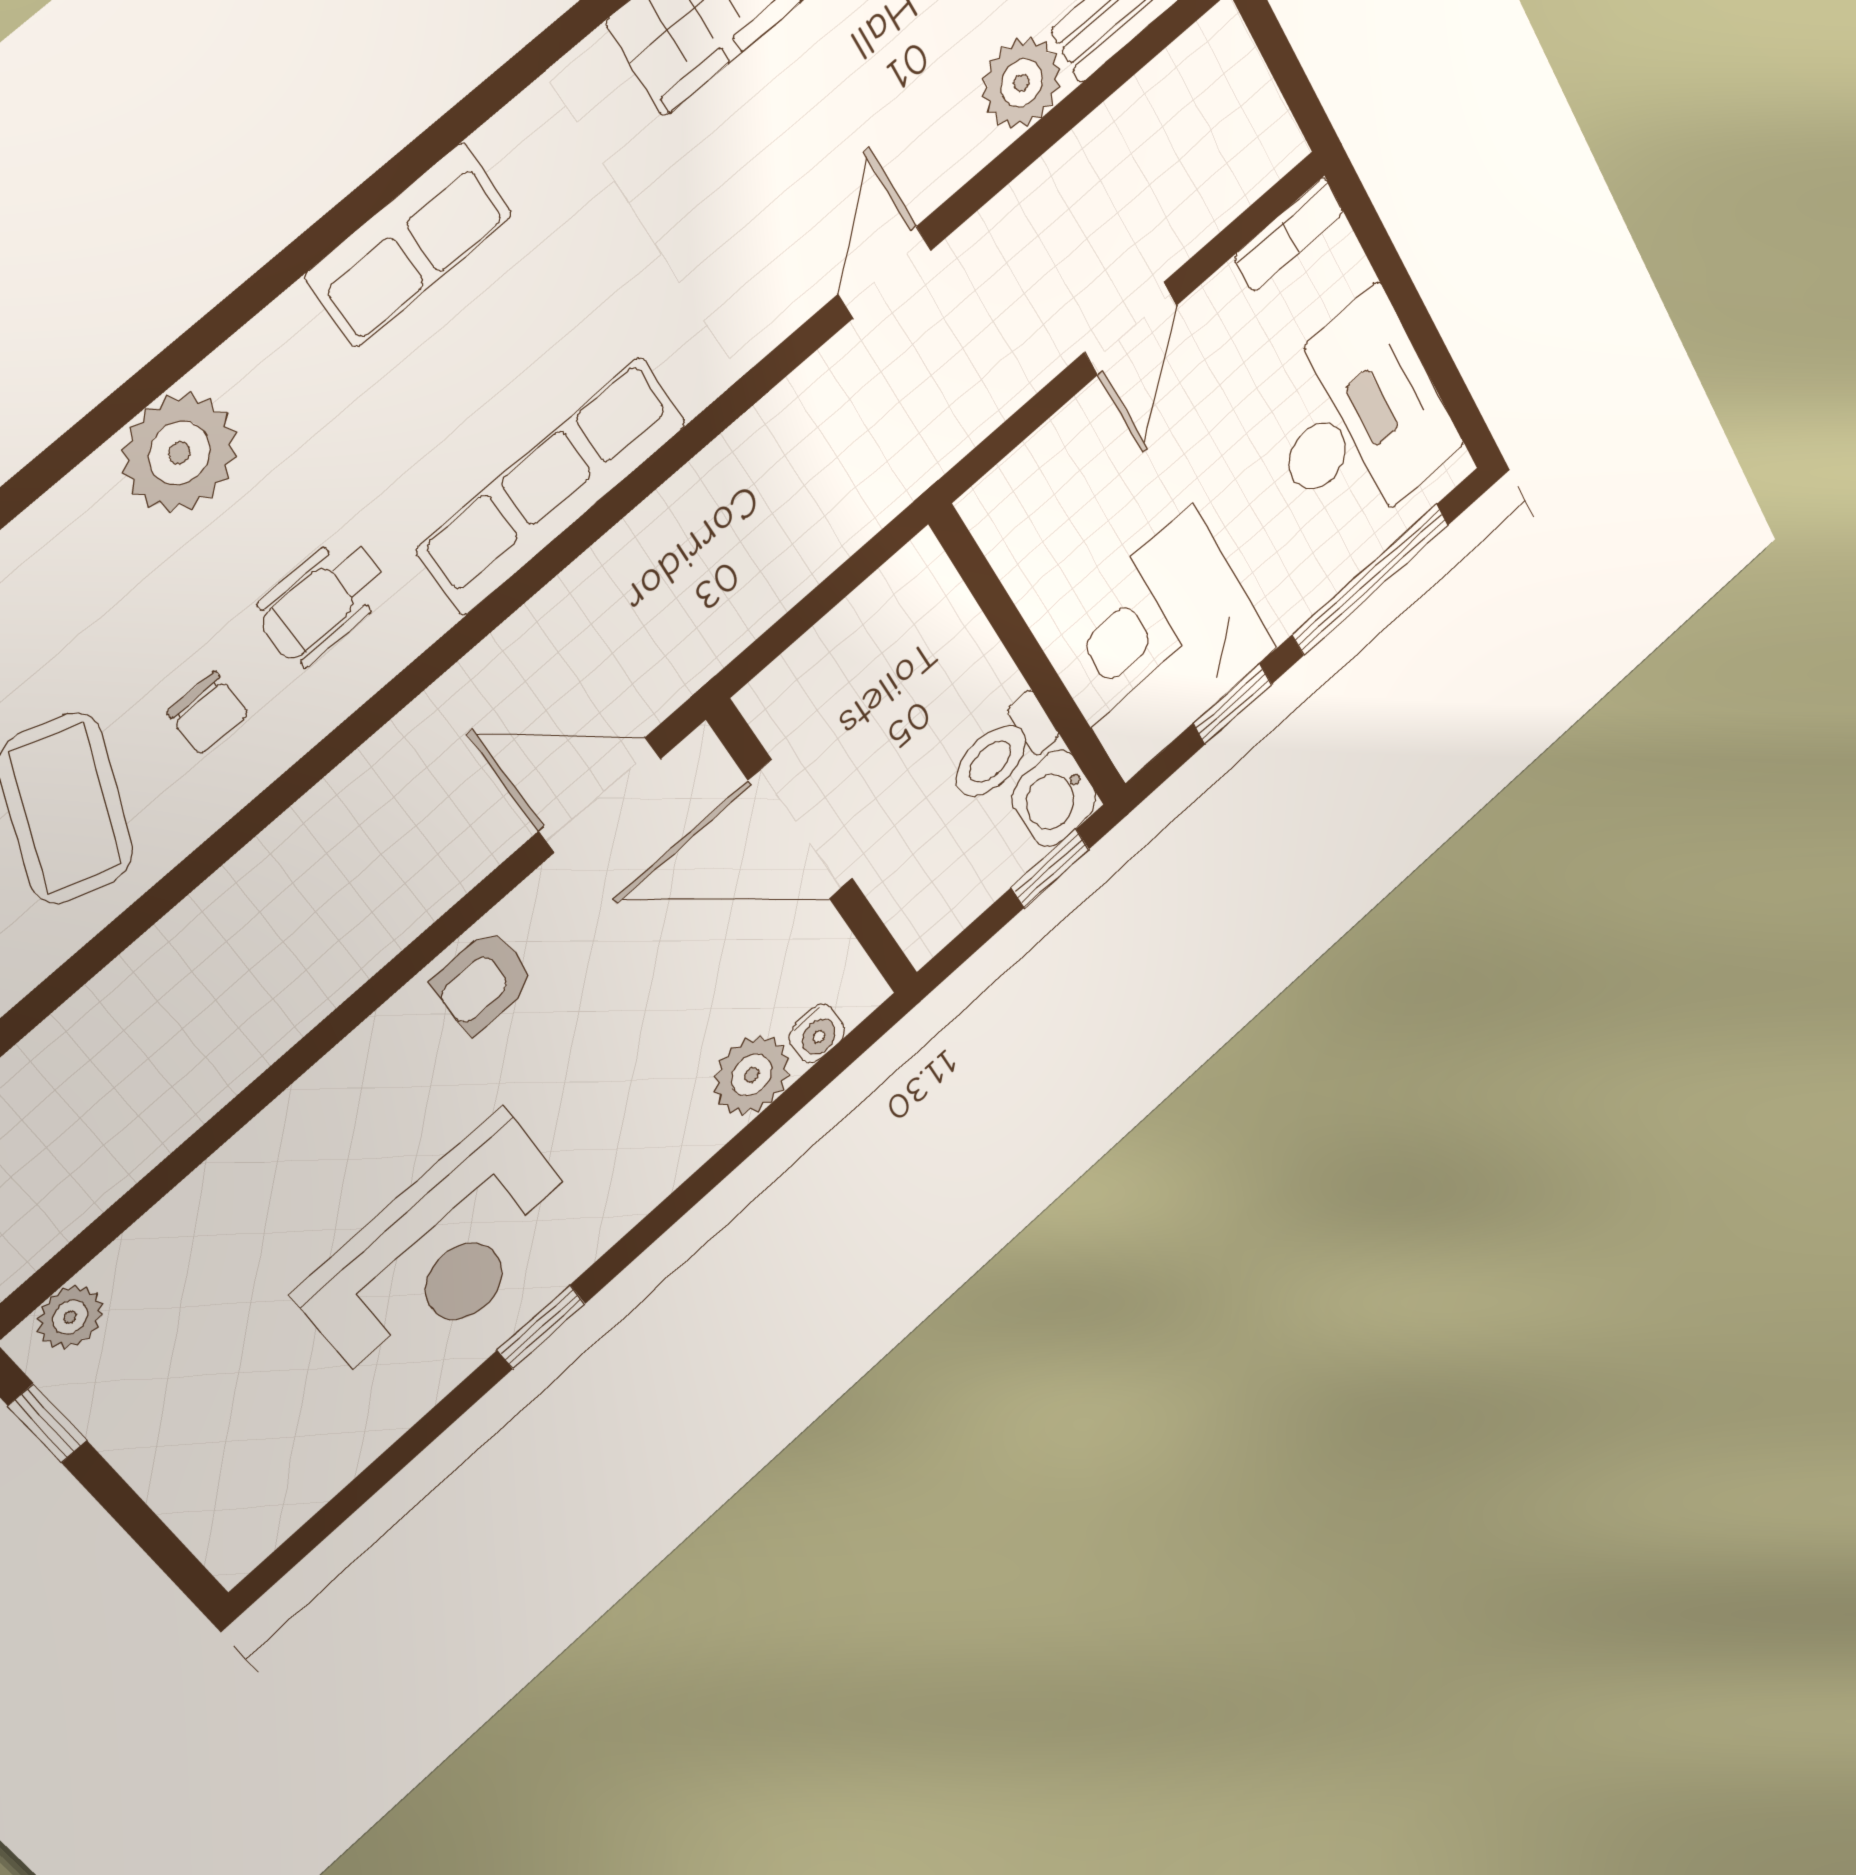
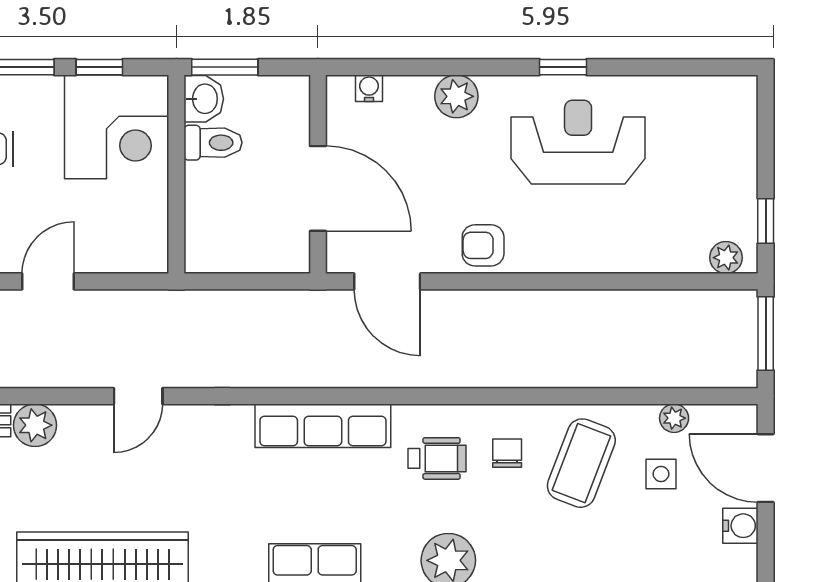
window: (1050, 868) -> (225, 67), width x1.50
armchair: (483, 981) -> (483, 245), turned 180
plant: (752, 1075) -> (456, 96), moved

